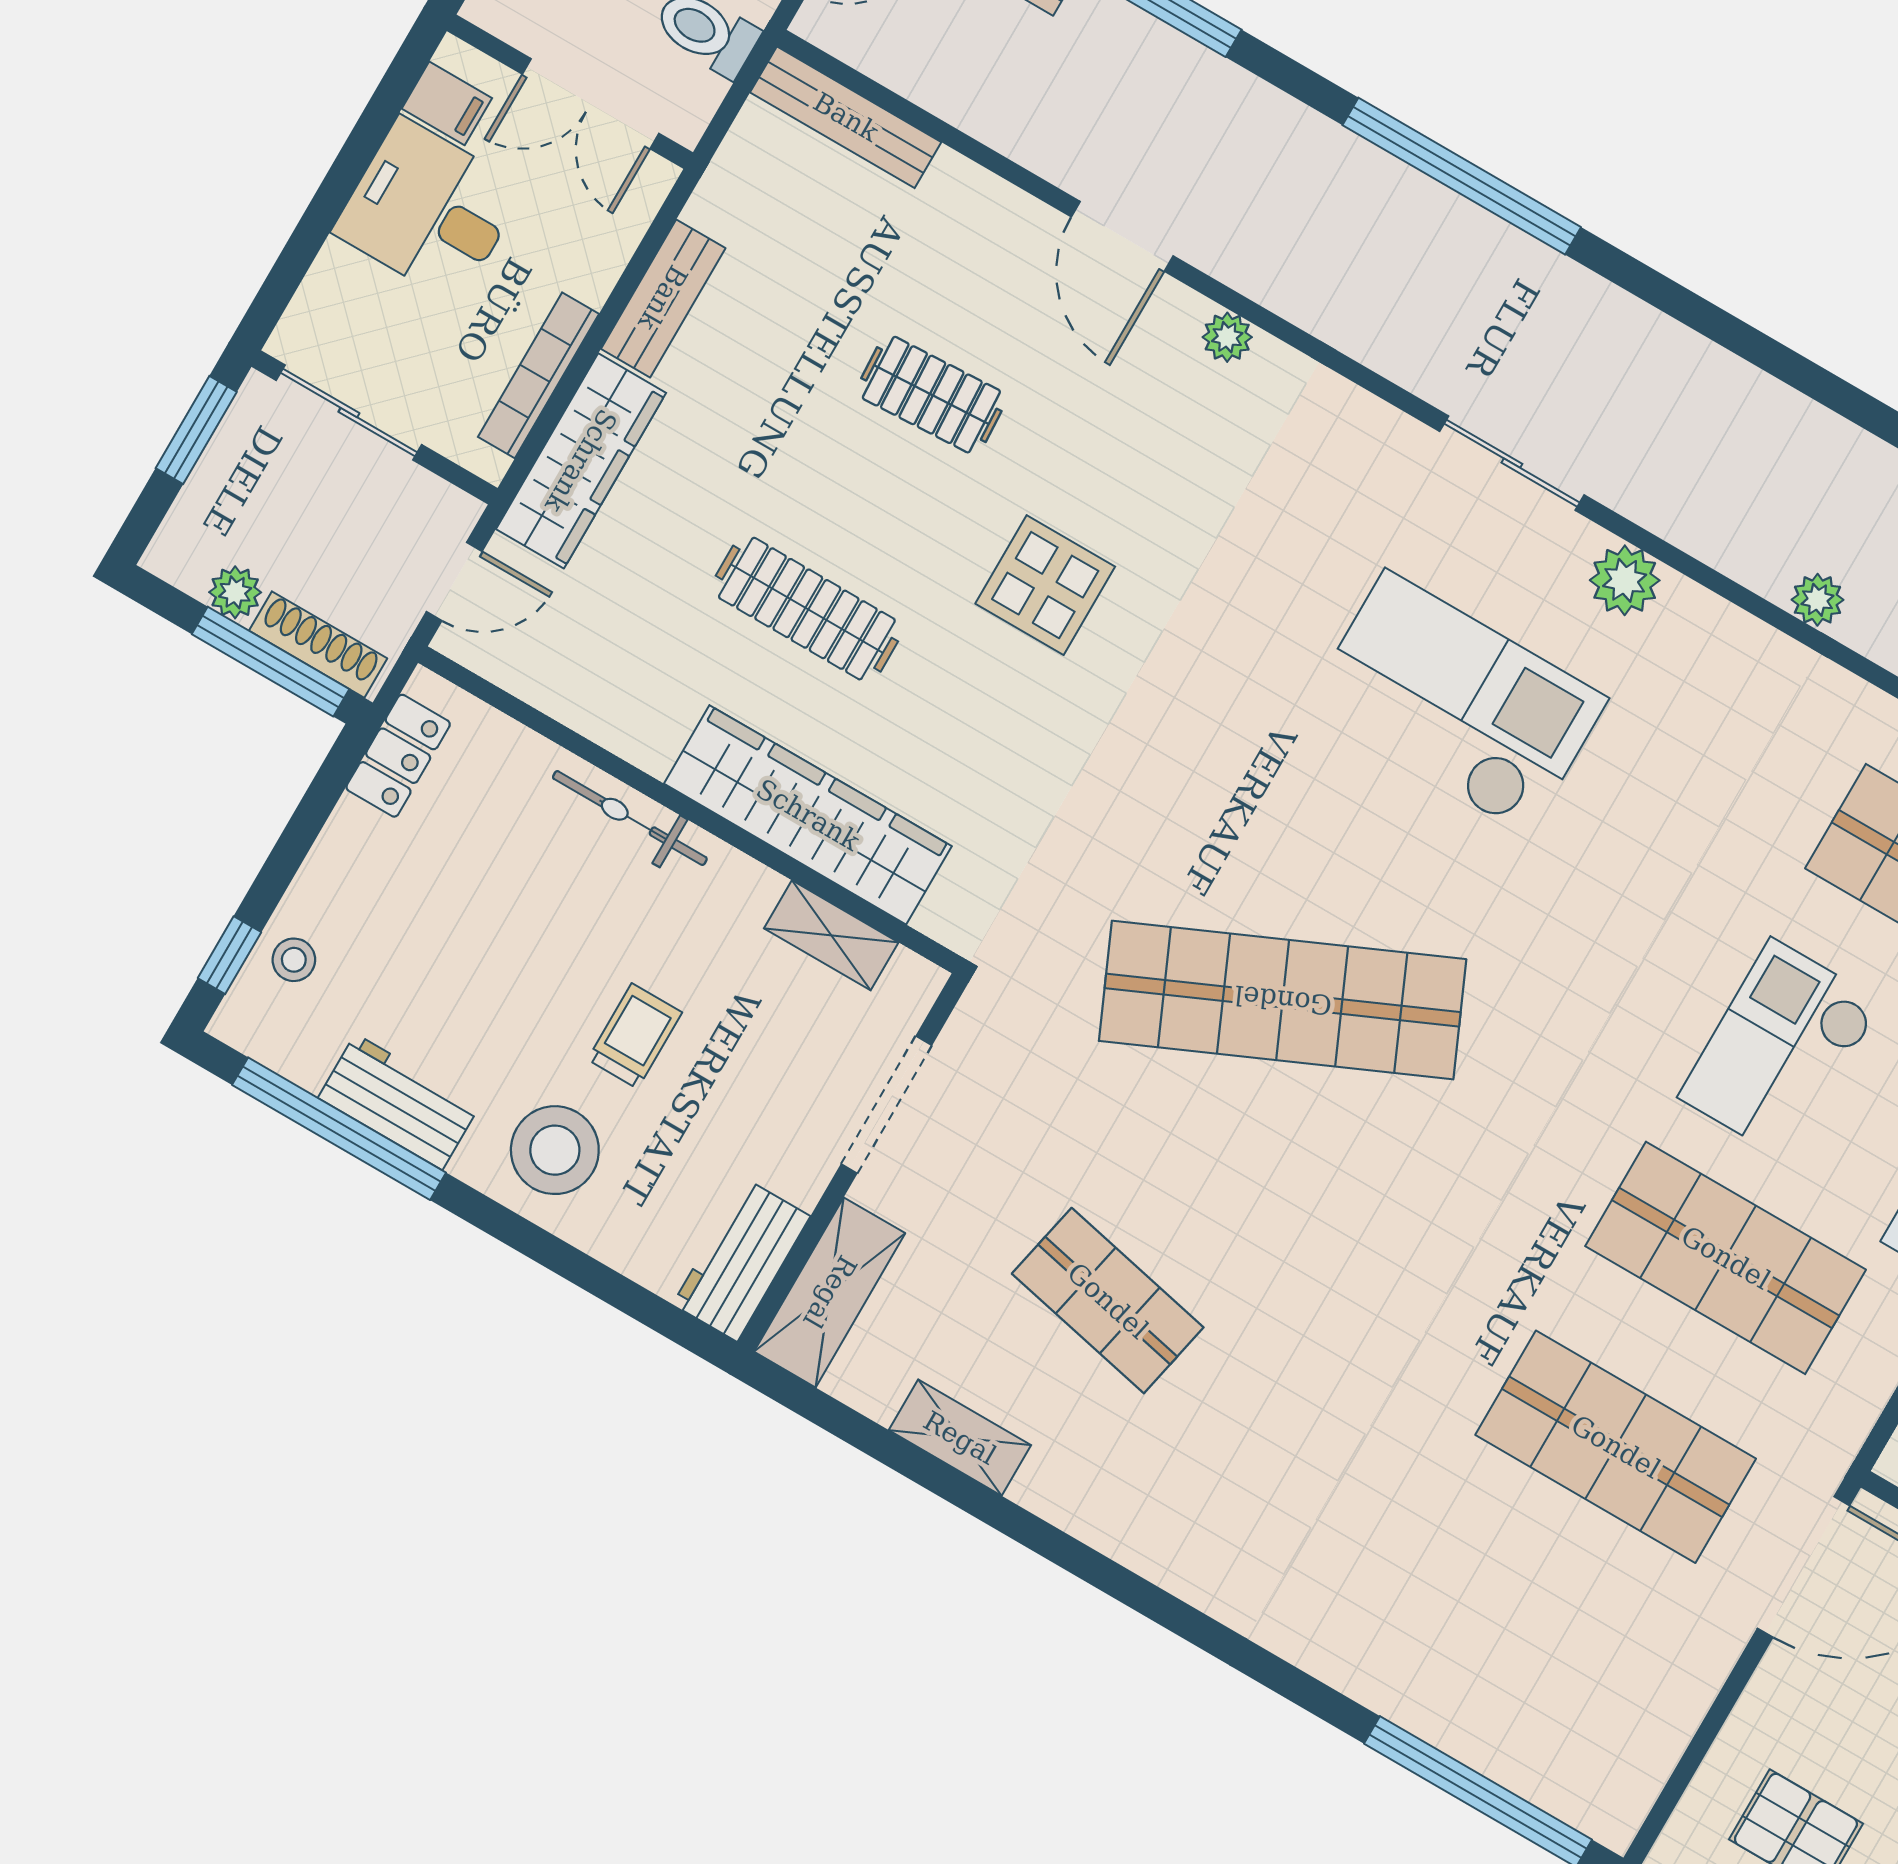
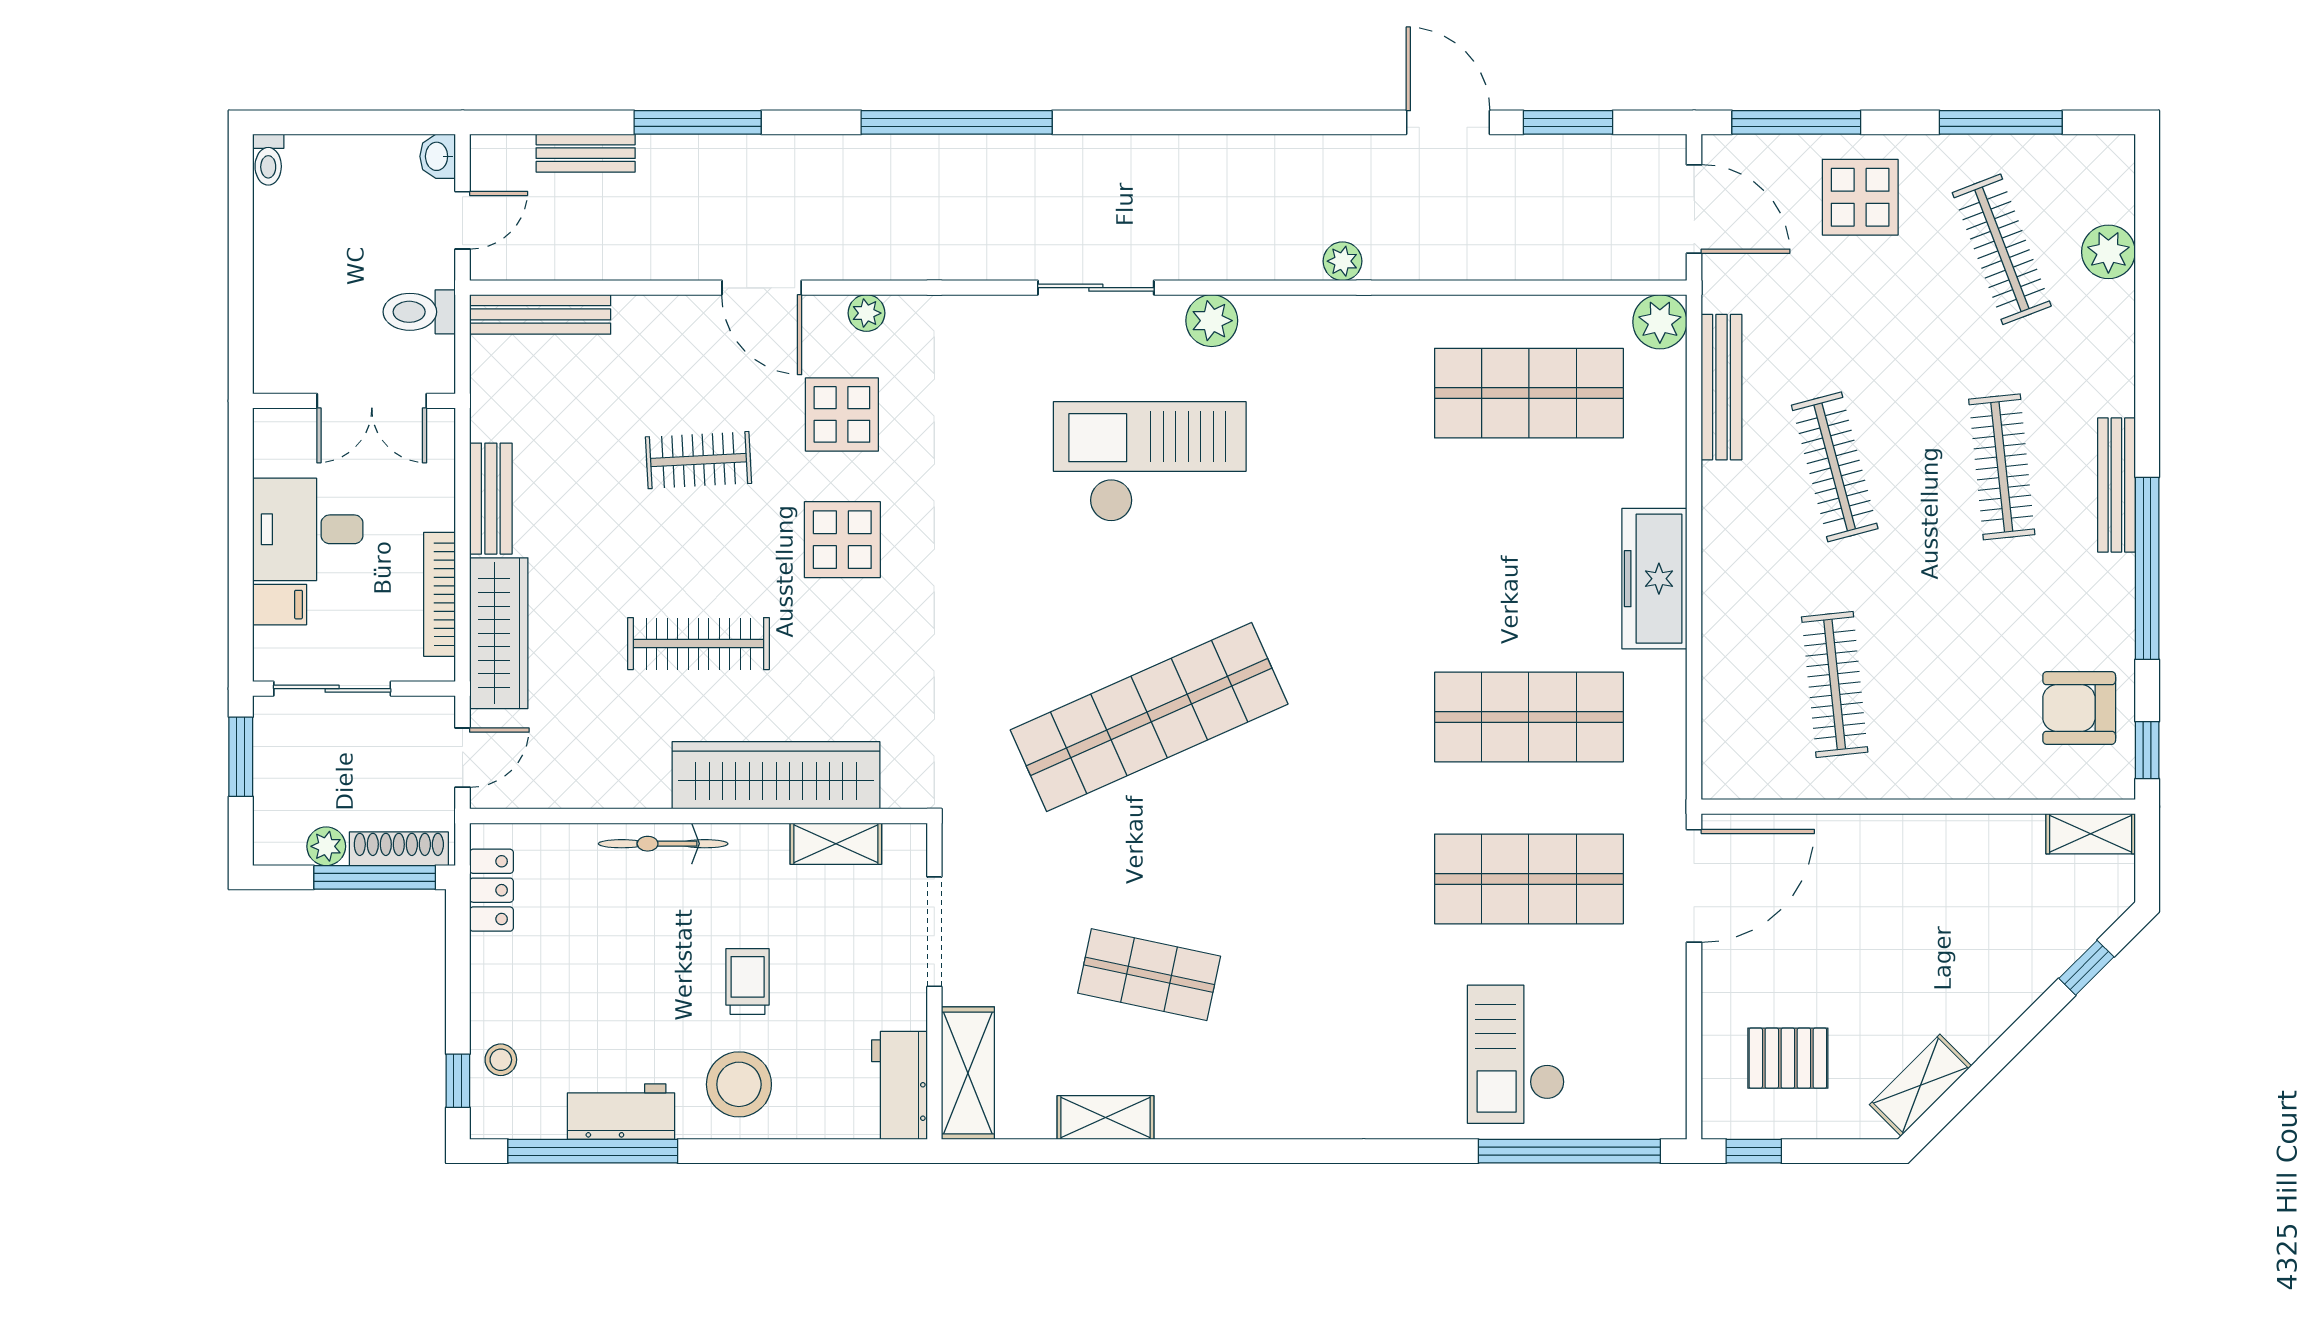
filing cabinet: (447, 103) -> (280, 605), moved
display table: (1130, 439) -> (842, 414), added
checkout: (1780, 1050) -> (1516, 1054), moved

